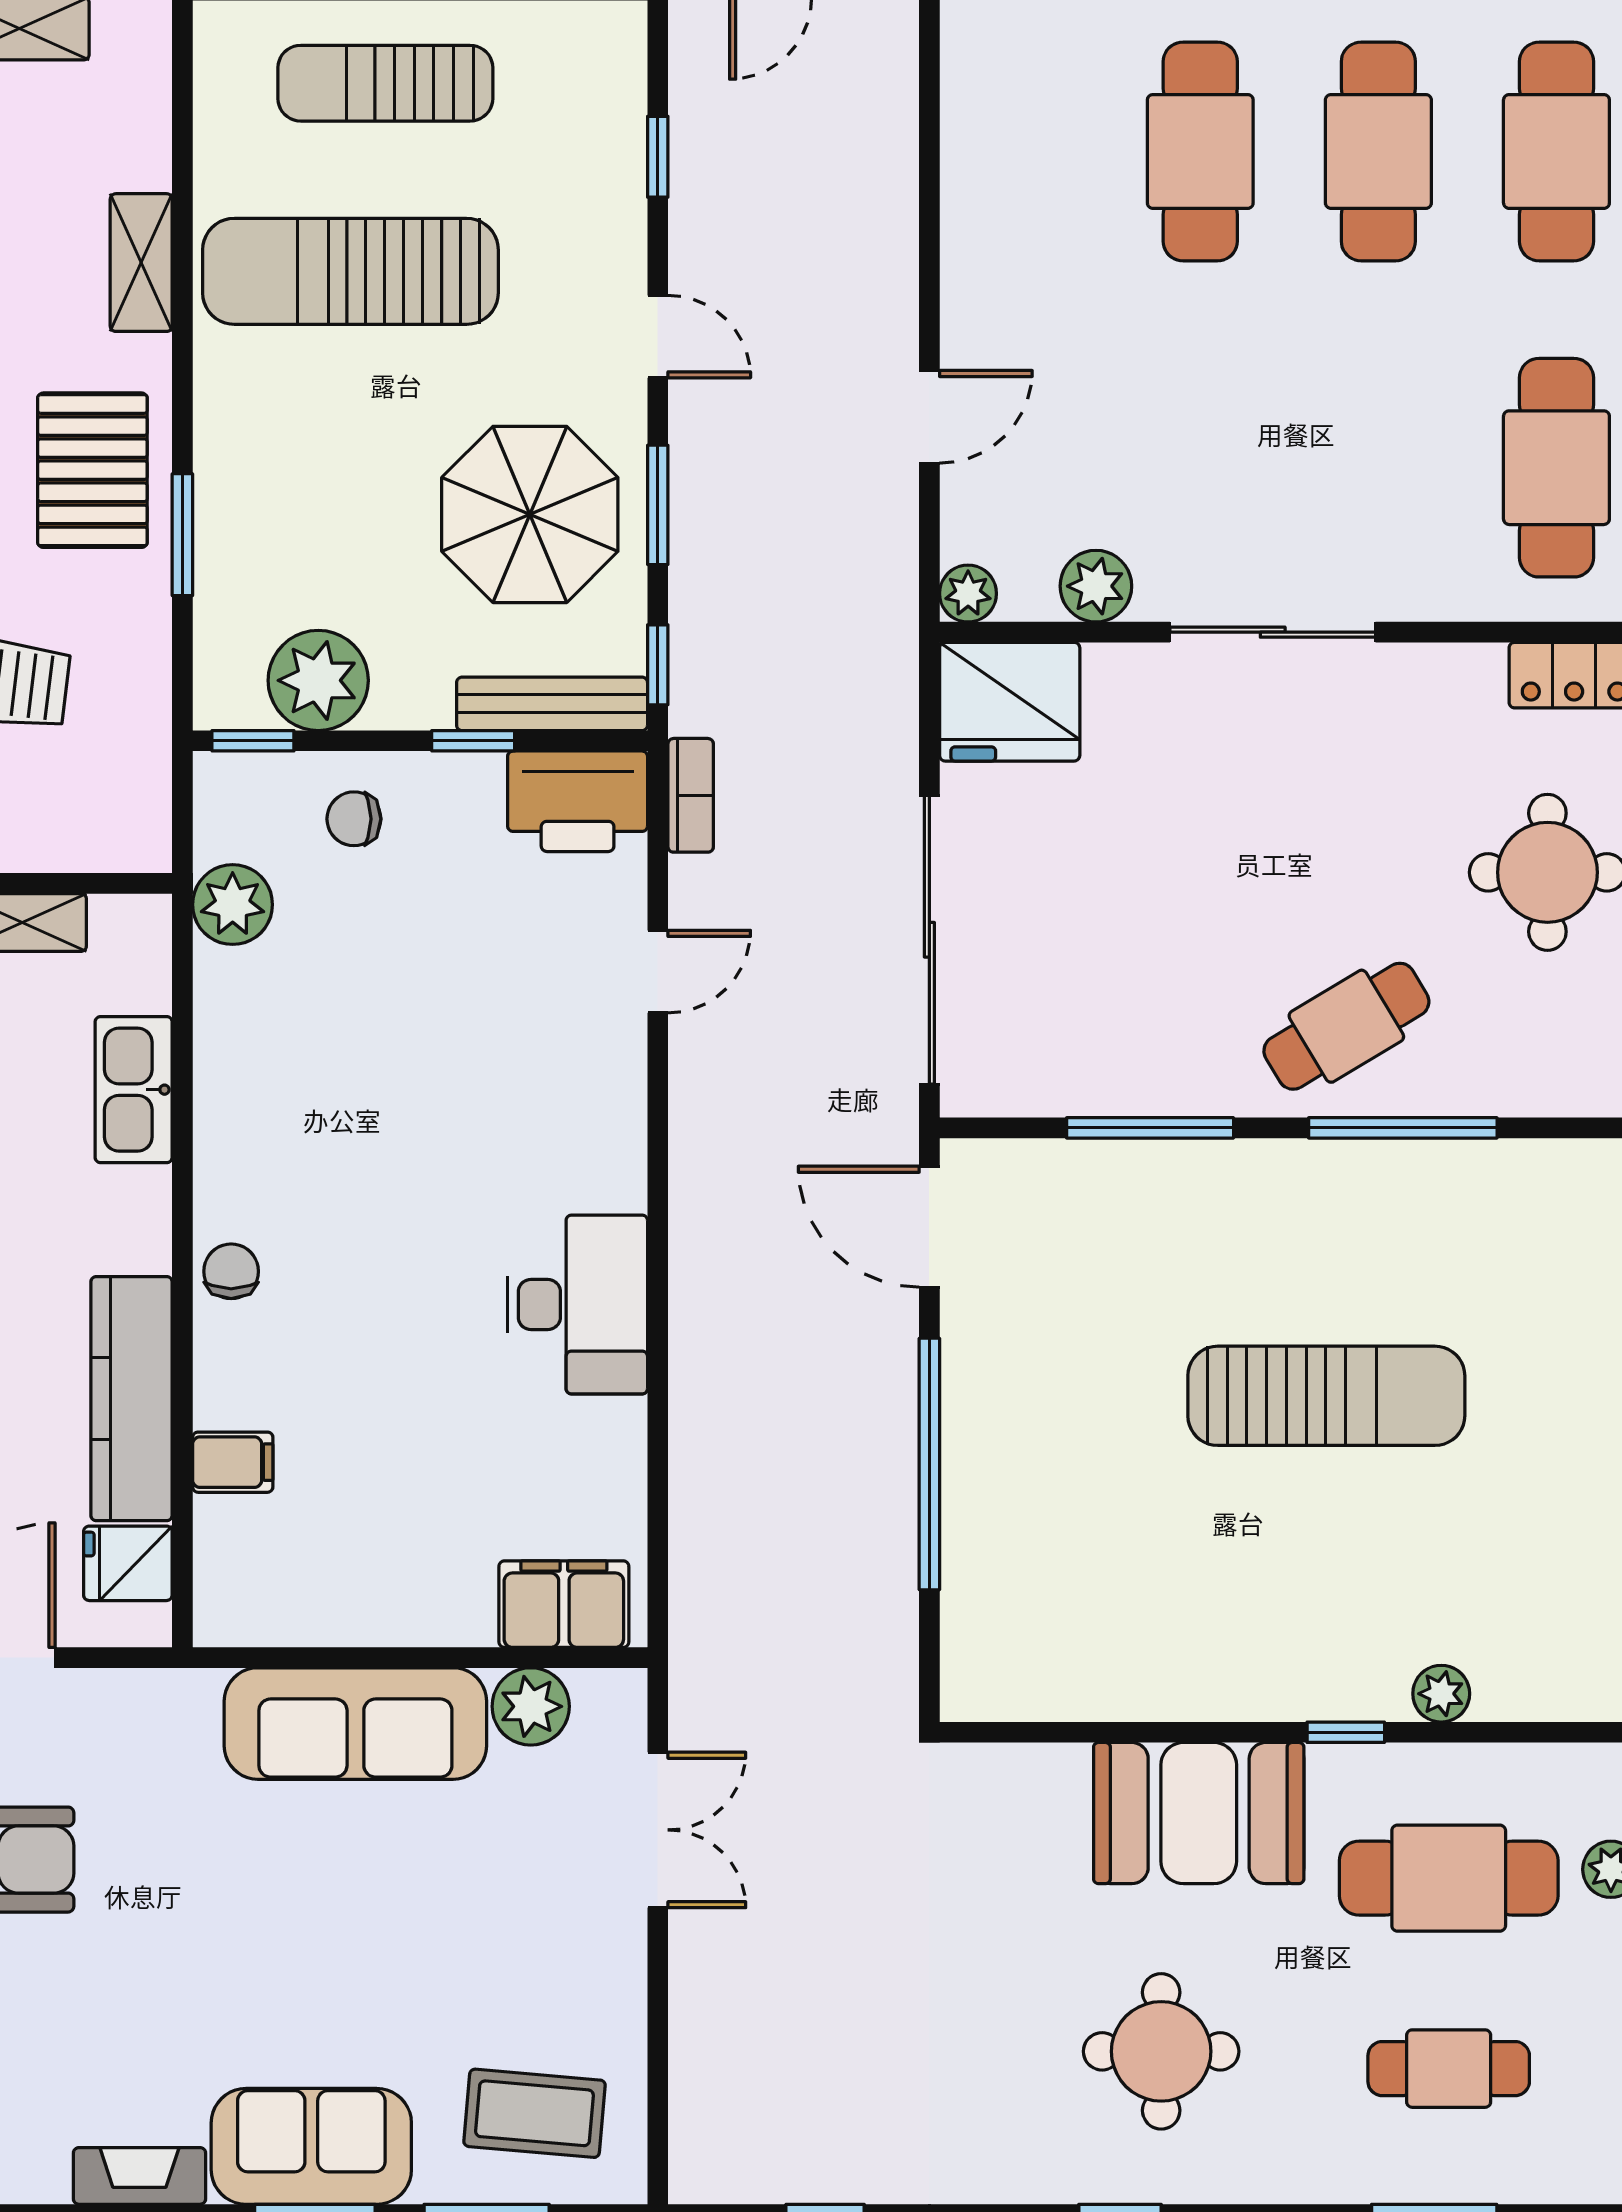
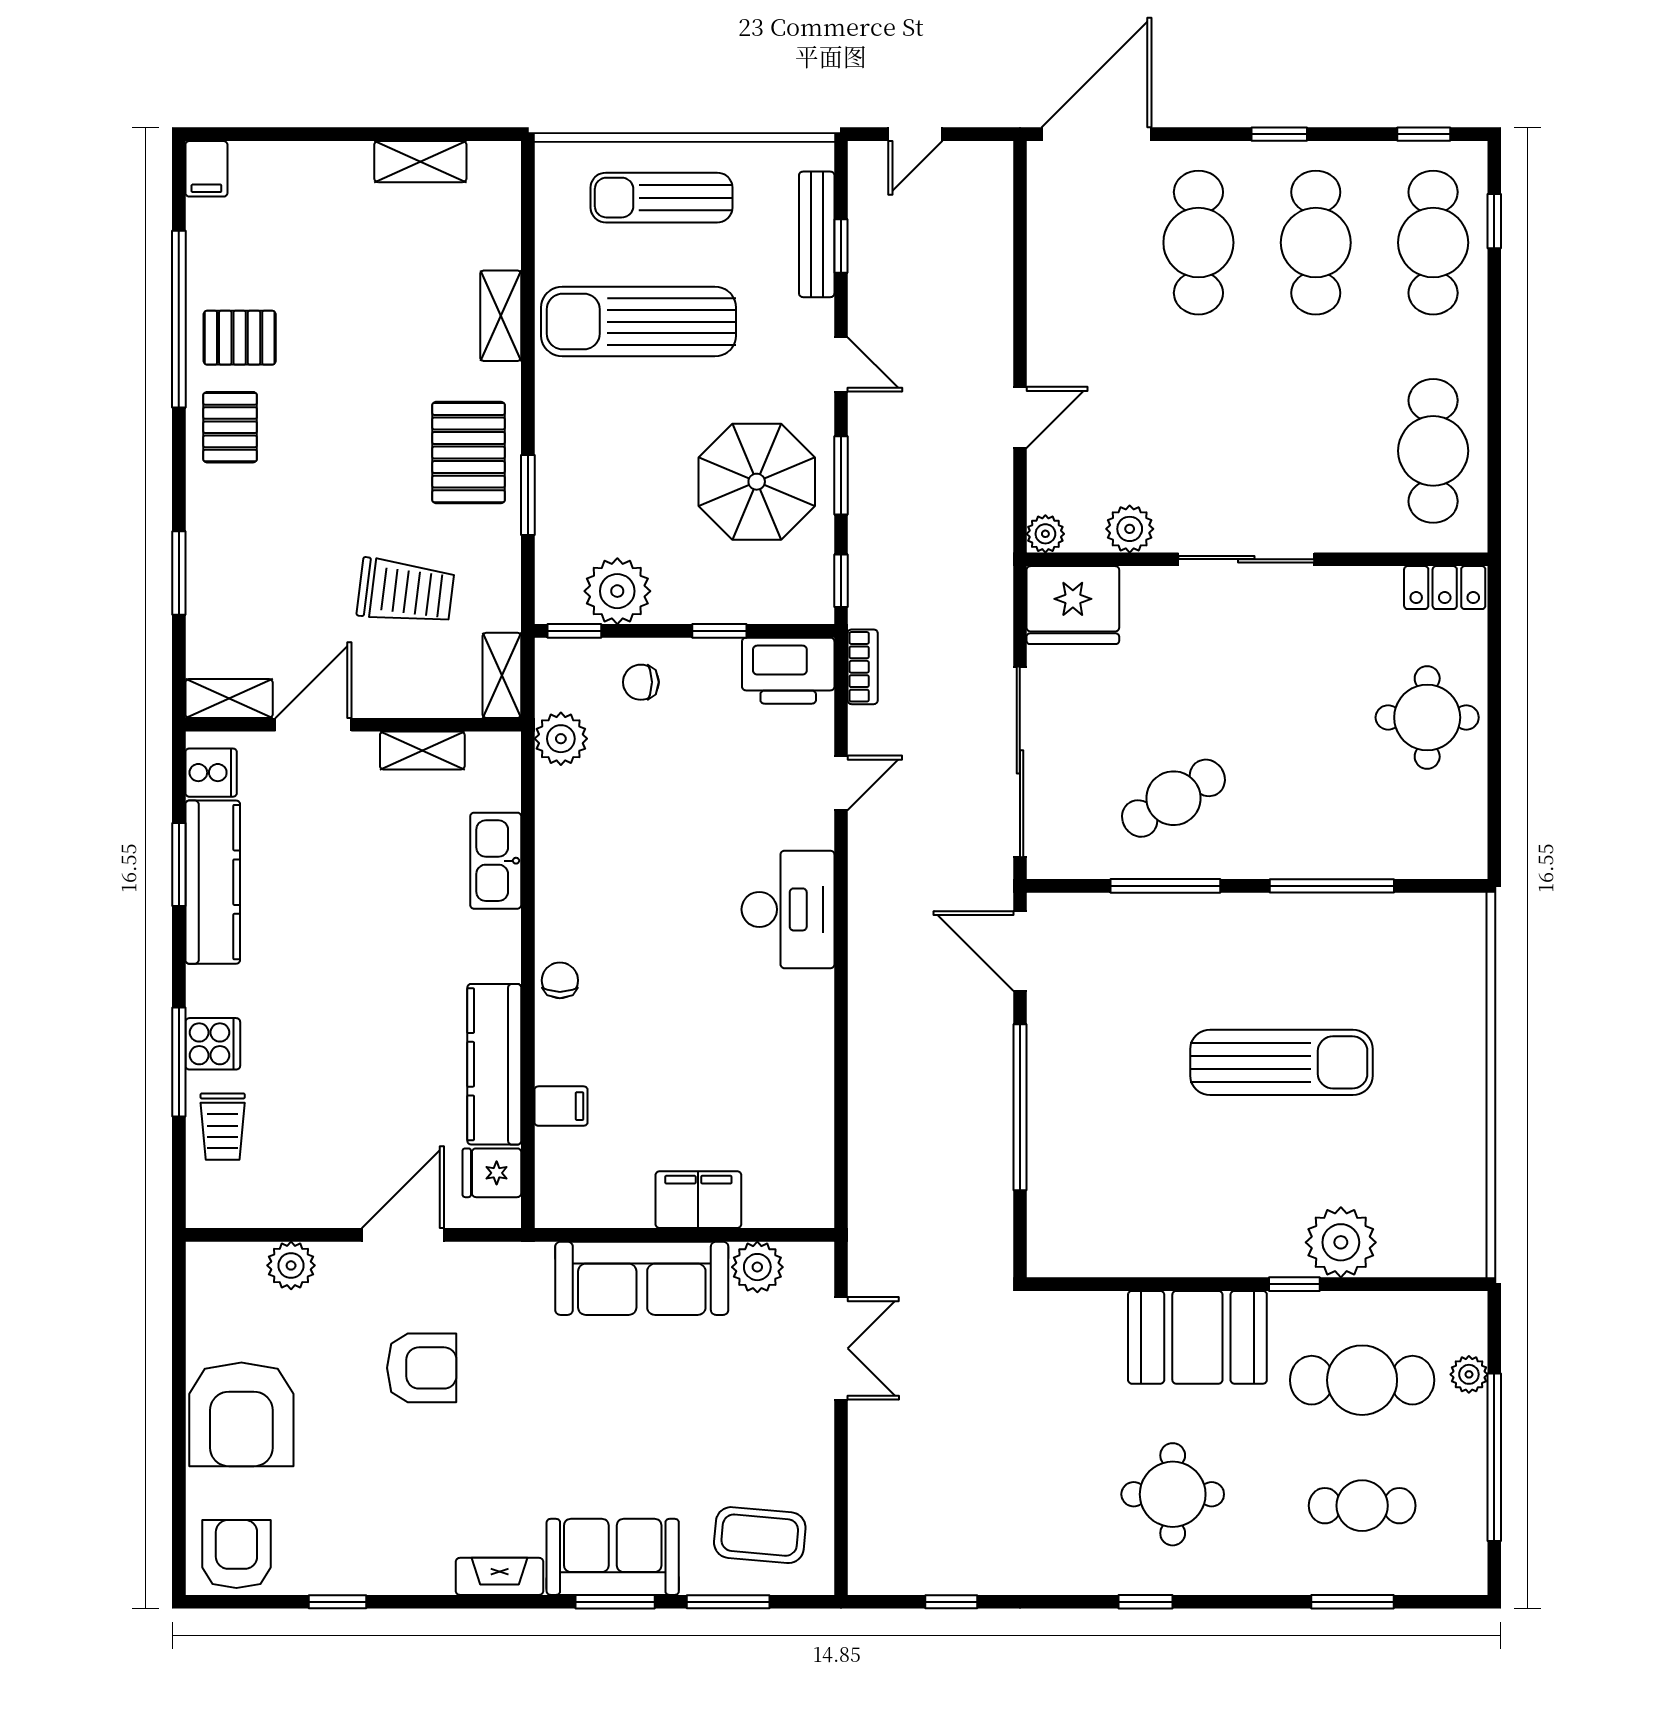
bench: (552, 704) -> (817, 234), moved, turned 90
shelving: (143, 808) -> (502, 675), added
cafe table: (1346, 1026) -> (1173, 798), moved
desk: (577, 1305) -> (788, 909), moved
filing cabinet: (564, 1604) -> (698, 1200), moved
plant: (1441, 1694) -> (1341, 1242), width x1.87, depth x1.87

